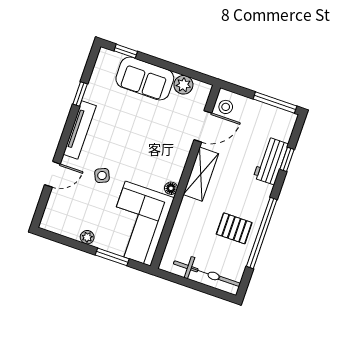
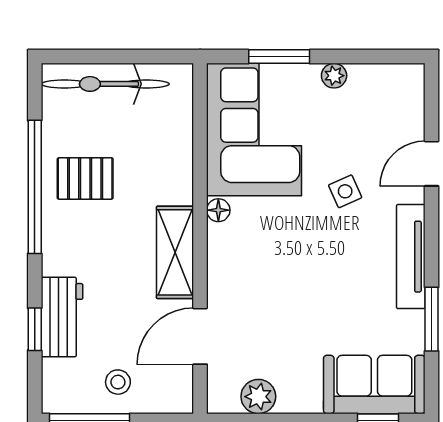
sofa: (145, 78) -> (374, 384), moved
window: (80, 94) -> (432, 319), width x1.50
stool: (226, 107) -> (118, 382), moved

